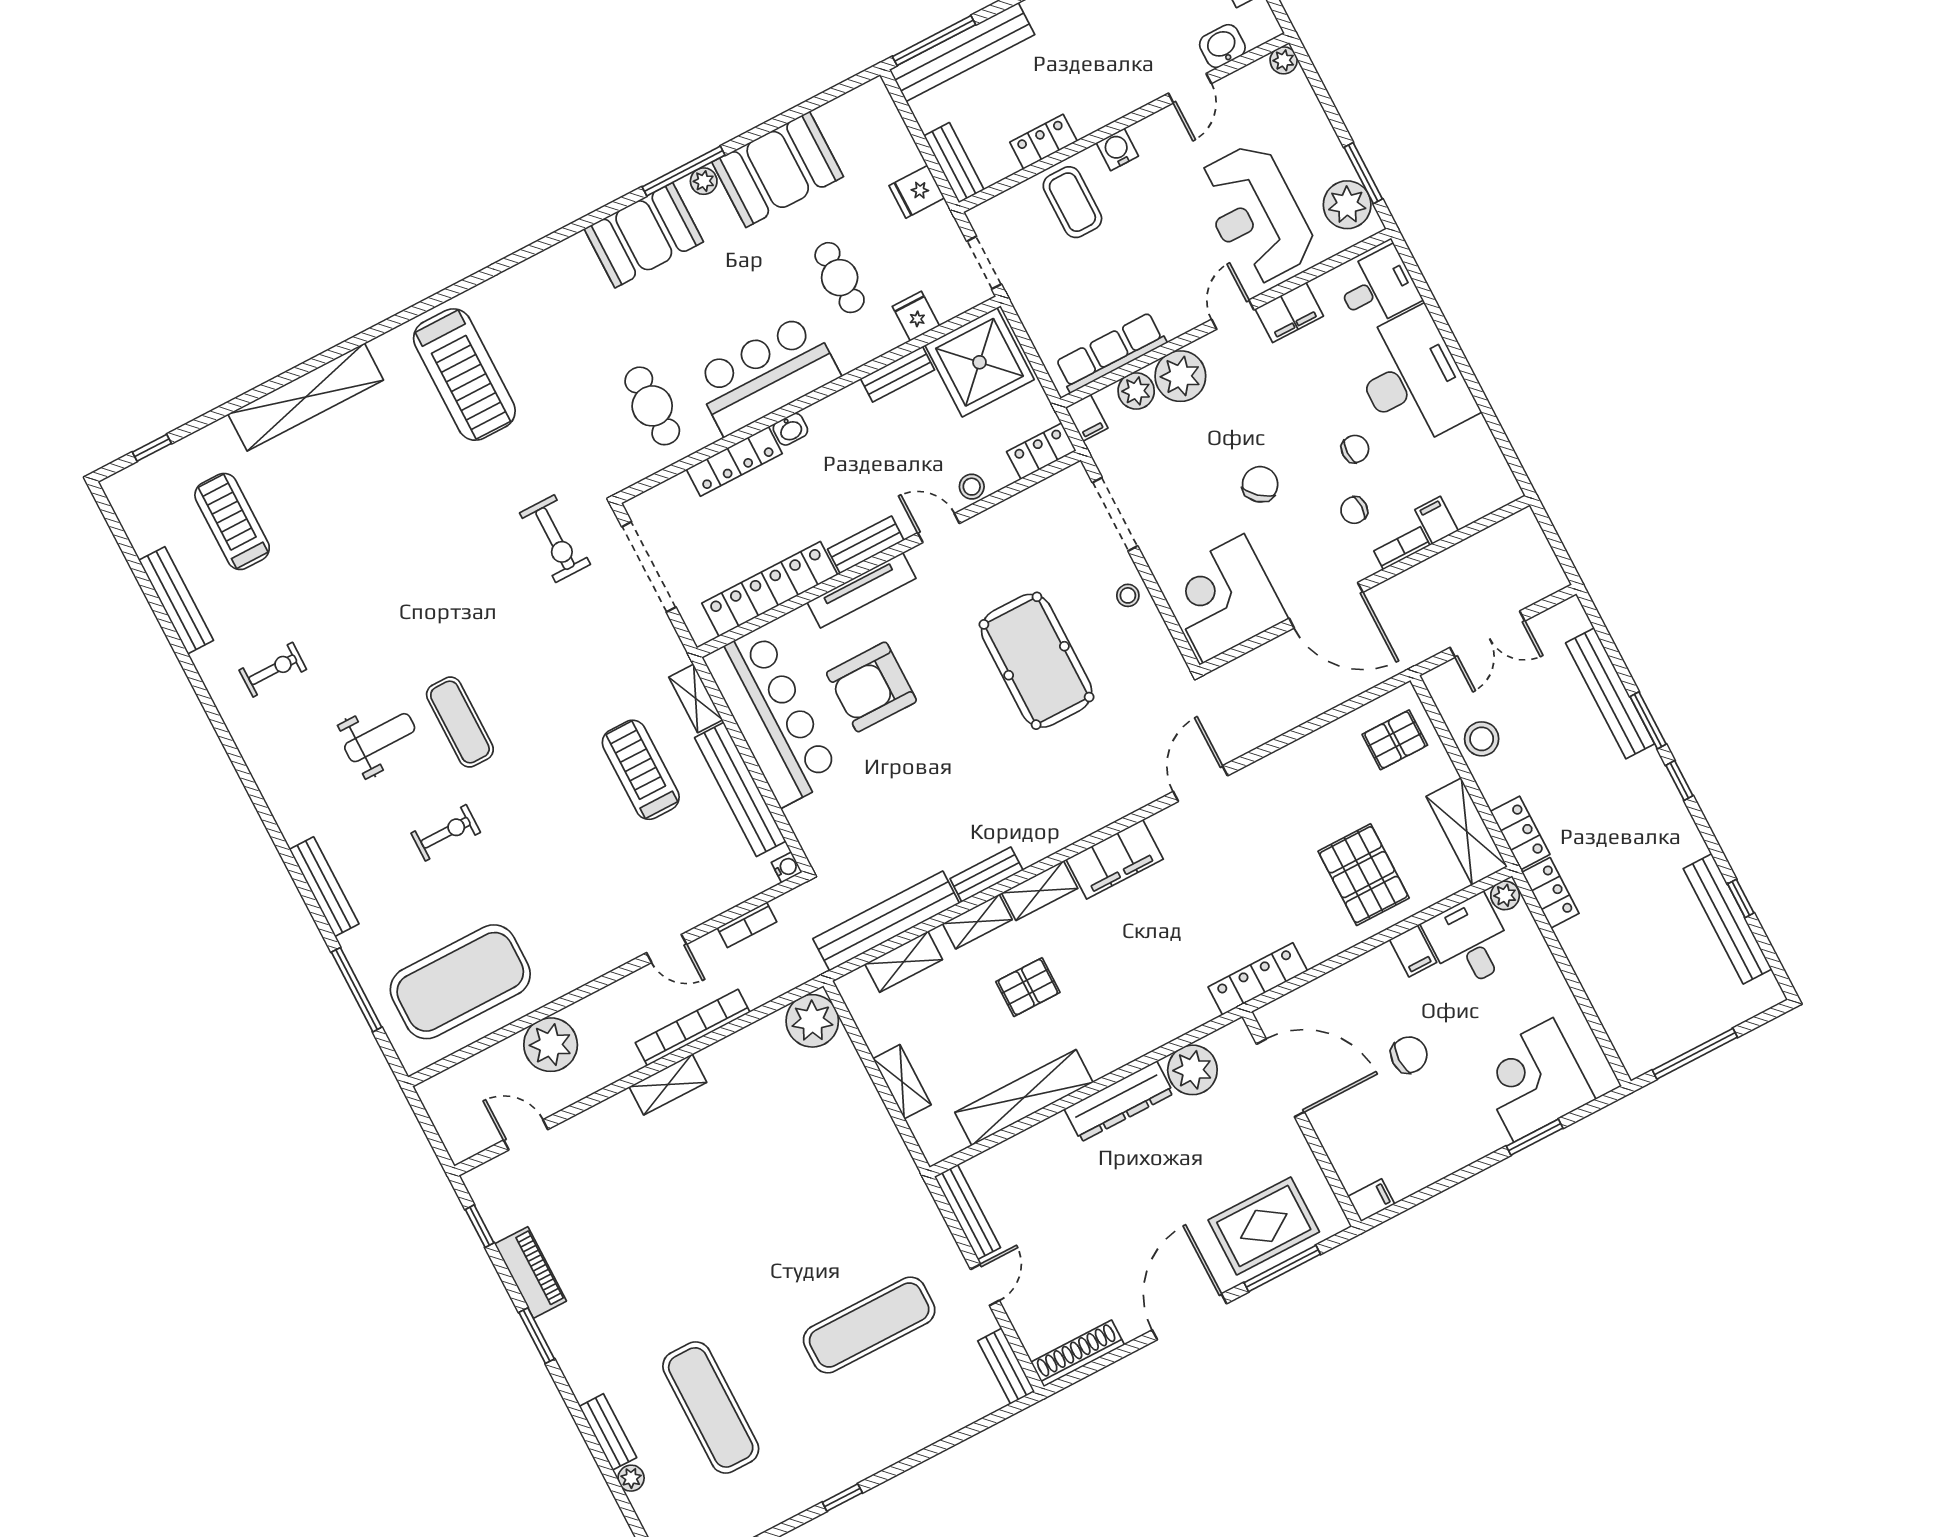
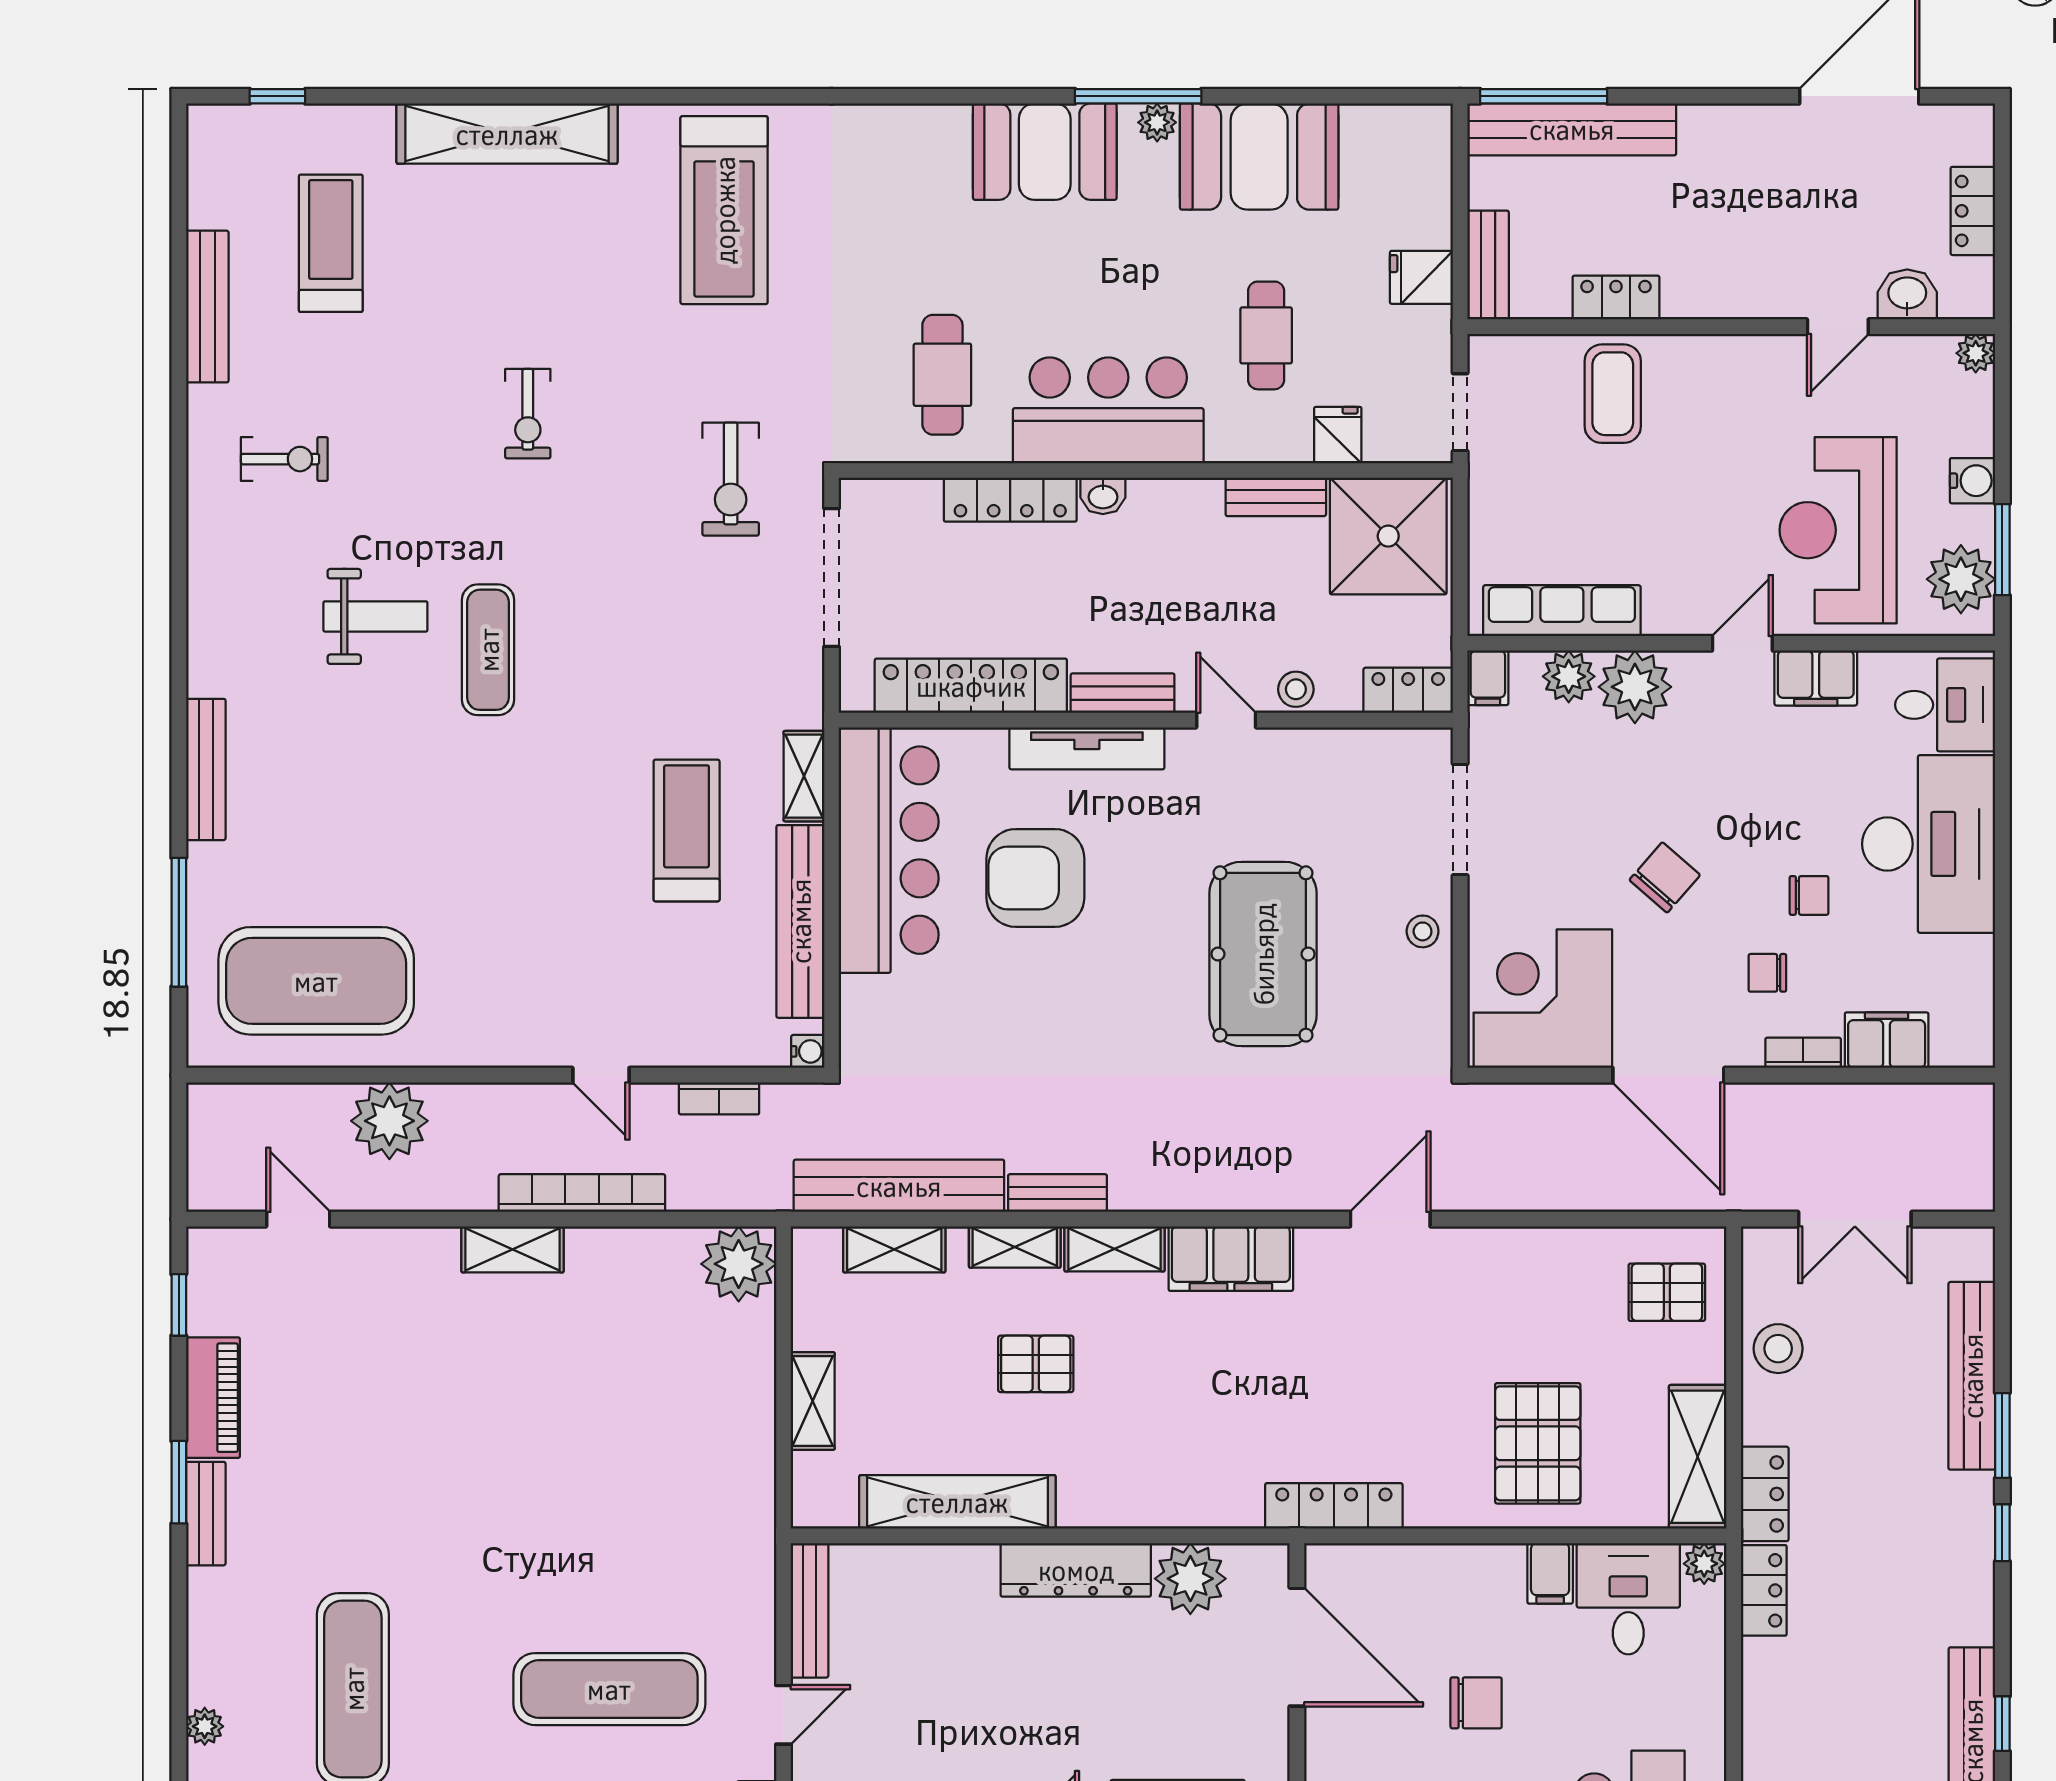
water cooler: (1117, 149) -> (1972, 481), moved, turned 90
filing cabinet: (1437, 520) -> (1887, 1040), width x2.00
exercise bike: (446, 833) -> (528, 414), moved, turned 90
bench: (608, 1432) -> (206, 1514), moved

